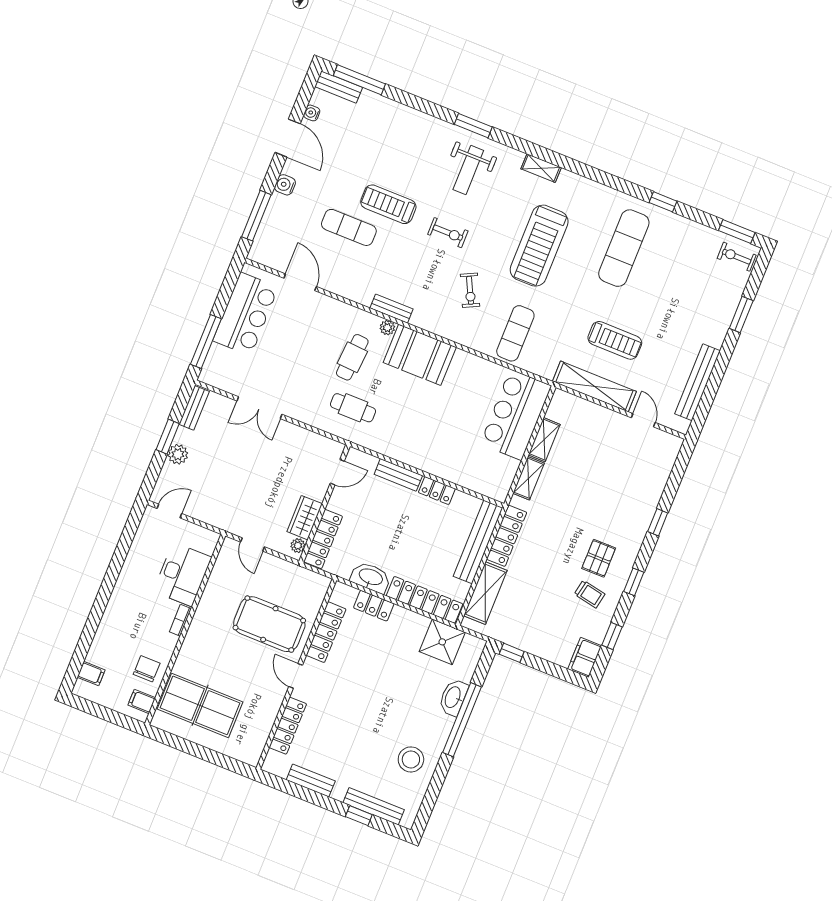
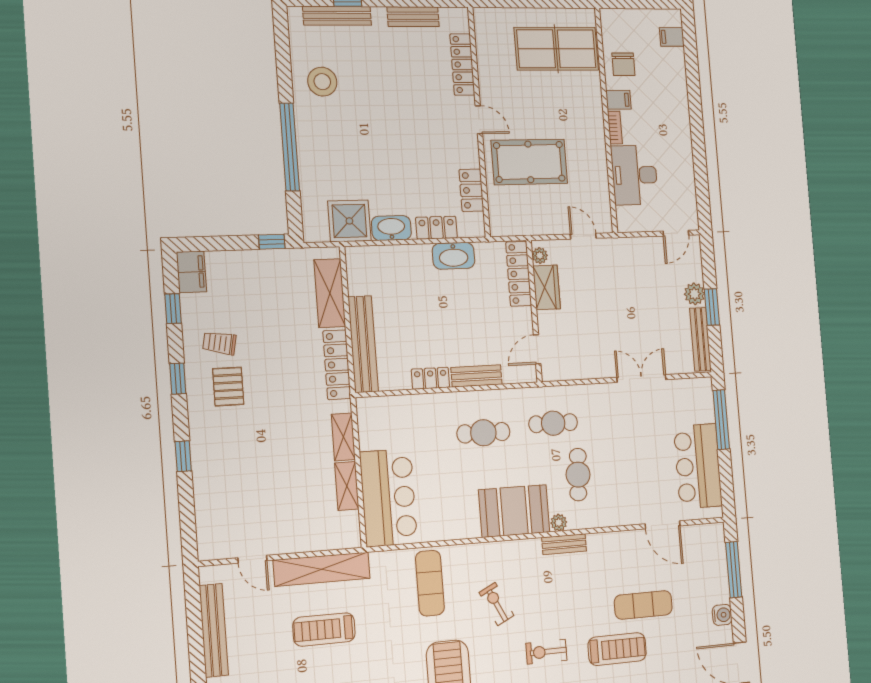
bench: (194, 408) -> (700, 339), width x1.36
cafe table: (415, 428) -> (483, 433), added
locker: (424, 600) -> (389, 257), removed
locker: (326, 632) -> (471, 190), width x0.66
washbasin: (453, 697) -> (391, 228), moved, turned -90
filing cabinet: (142, 701) -> (618, 100), moved

